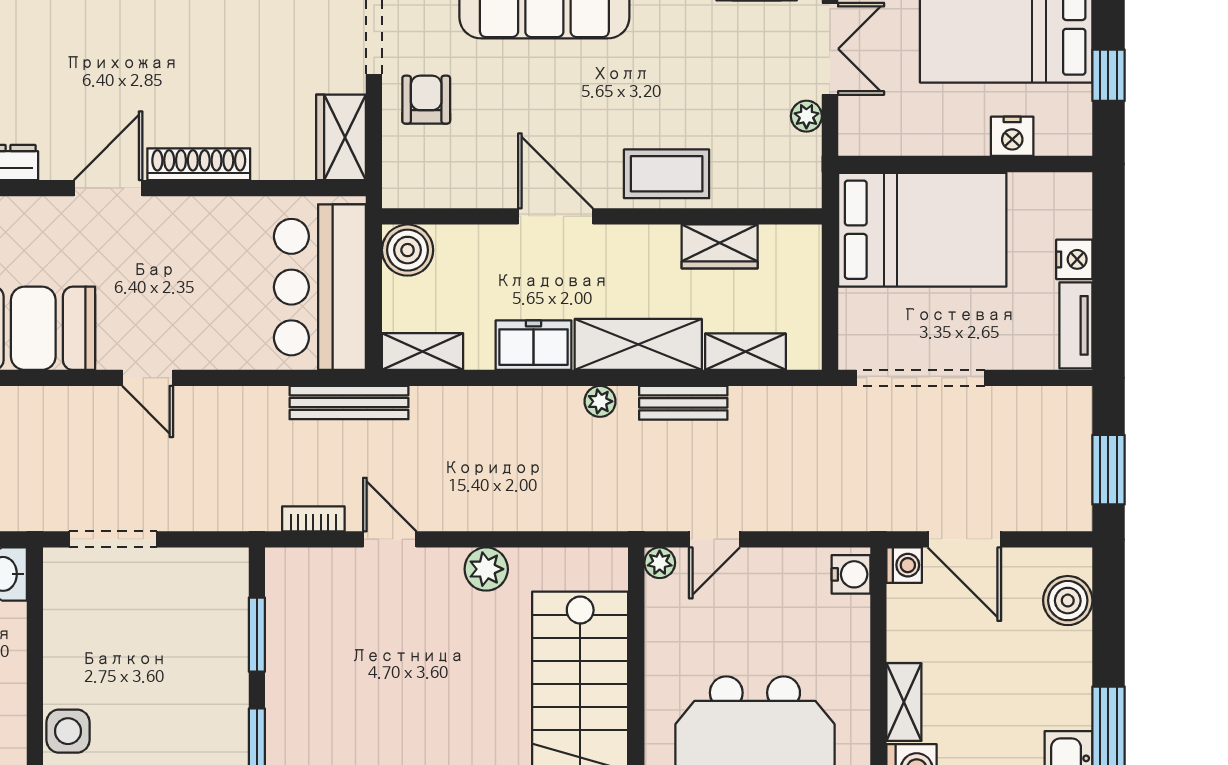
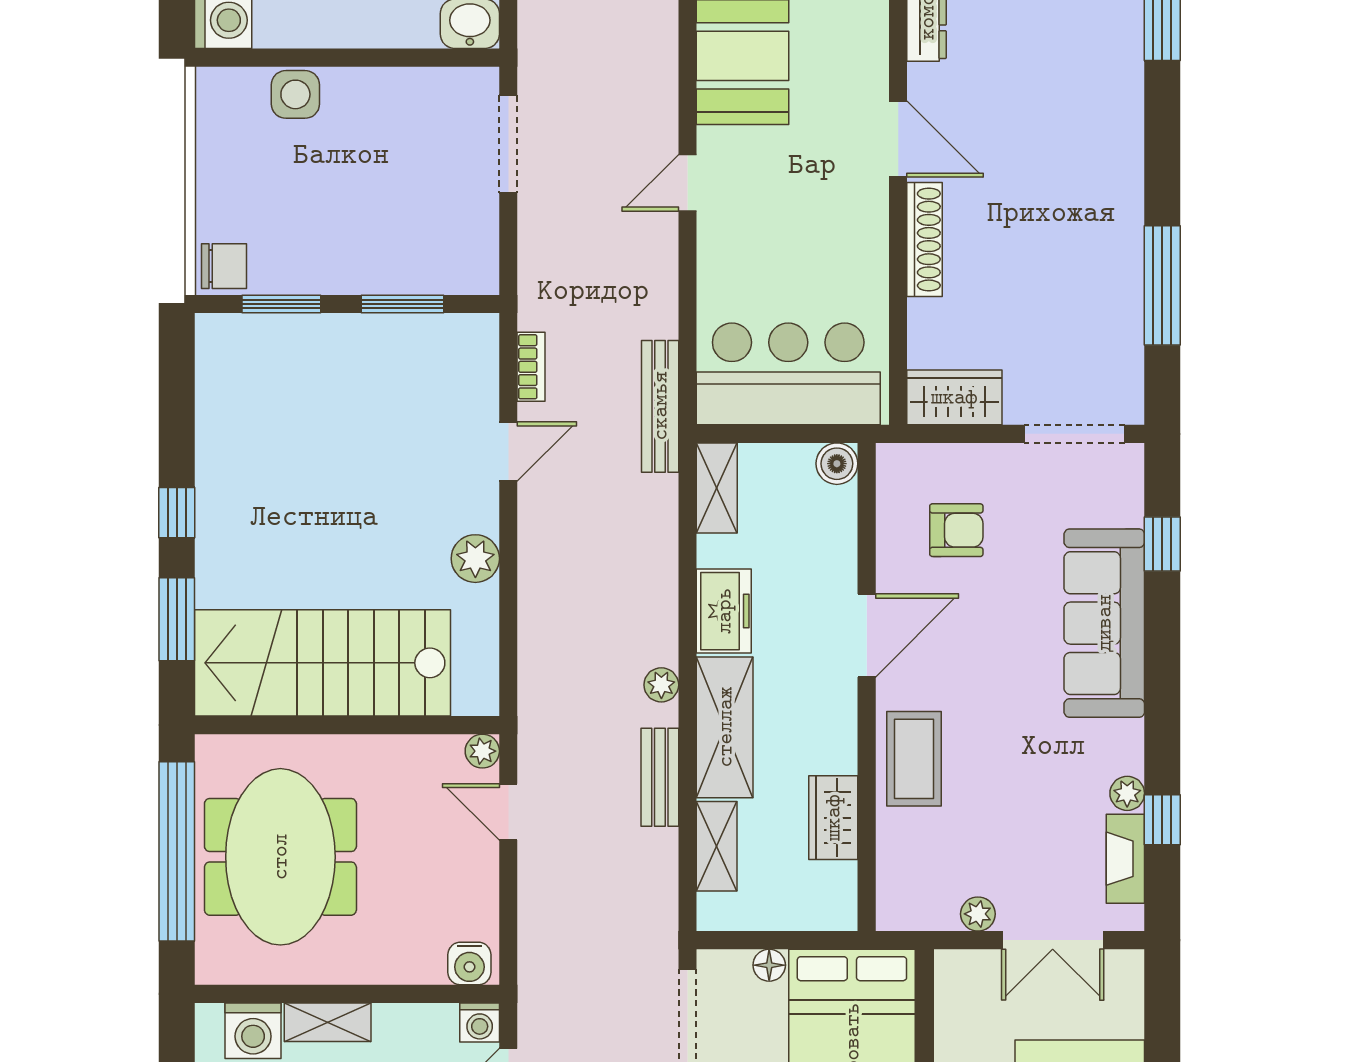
armchair: (426, 100) -> (956, 530), moved
boiler: (408, 250) -> (837, 464), width x0.73, depth x0.73
floor lamp: (853, 304) -> (769, 965), added

